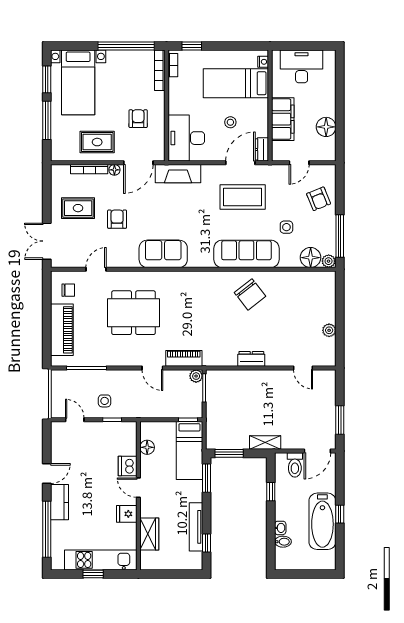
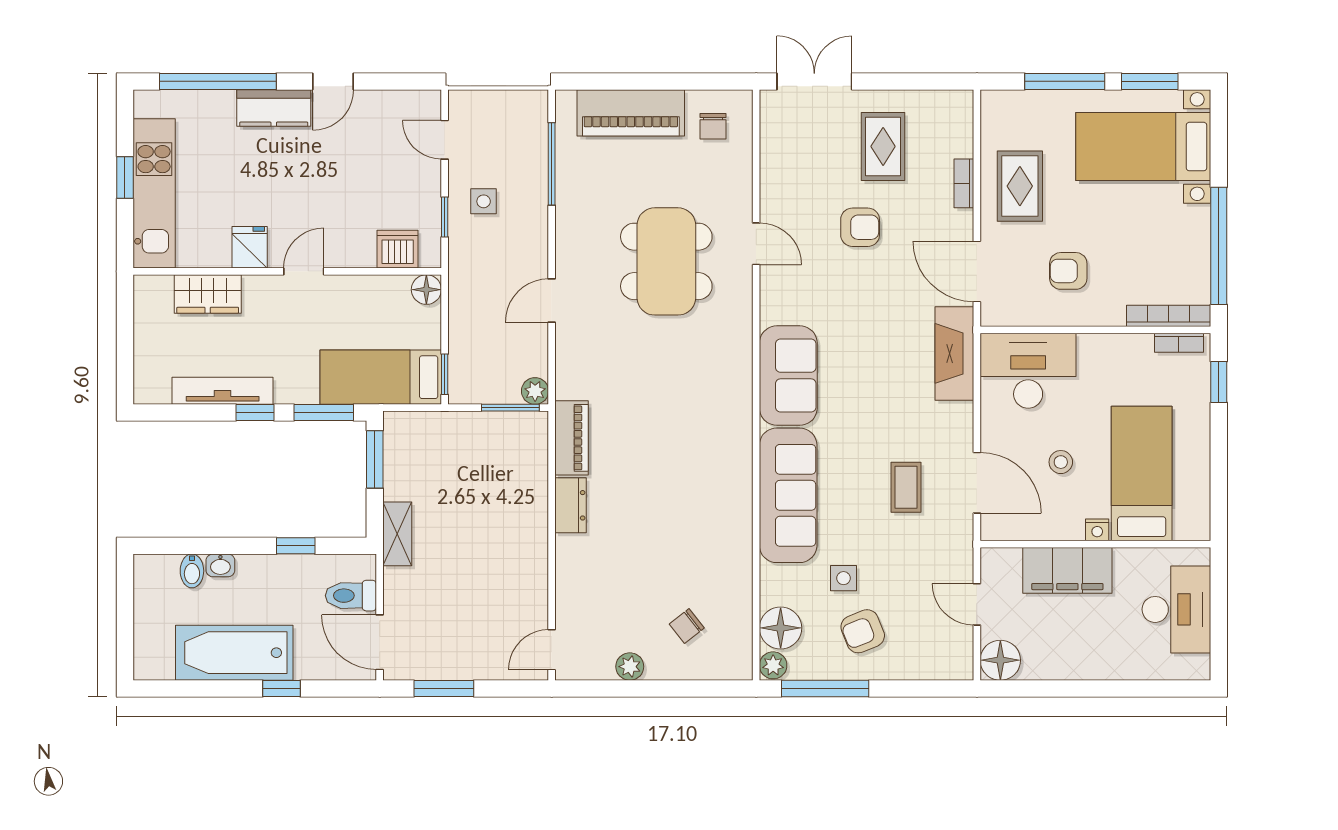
nightstand: (263, 62) -> (1097, 530), moved
armchair: (138, 119) -> (1068, 271), turned 180
floor lamp: (326, 127) -> (1000, 660), moved
dresser: (262, 149) -> (1004, 527), removed
bookcase: (89, 169) -> (964, 183), width x0.64
floor lamp: (114, 170) -> (962, 222), removed
coffee table: (243, 197) -> (906, 487), width x0.54, depth x0.58
armchair: (319, 199) -> (863, 631), moved
sofa: (163, 254) -> (788, 376), moved
door: (96, 269) -> (756, 244), moved
chair: (250, 294) -> (687, 626), moved, width x0.54, depth x0.54
piano: (184, 358) -> (572, 438), moved
door: (303, 368) -> (552, 650), moved
door: (75, 420) -> (445, 140), swing flipped
floor lamp: (147, 447) -> (426, 290), moved
dishwasher: (128, 466) -> (398, 249), moved
door: (47, 474) -> (333, 81), hinge flipped
window: (340, 514) -> (281, 688), moved
window: (207, 543) -> (255, 413), moved

